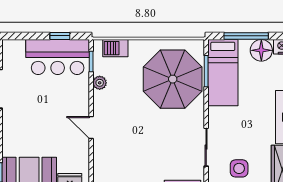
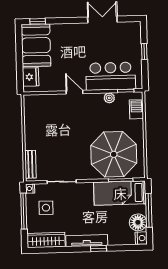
window: (60, 36) -> (144, 52), moved
bar counter: (58, 57) -> (111, 76), moved, turned 90
door: (91, 127) -> (74, 92), hinge flipped

